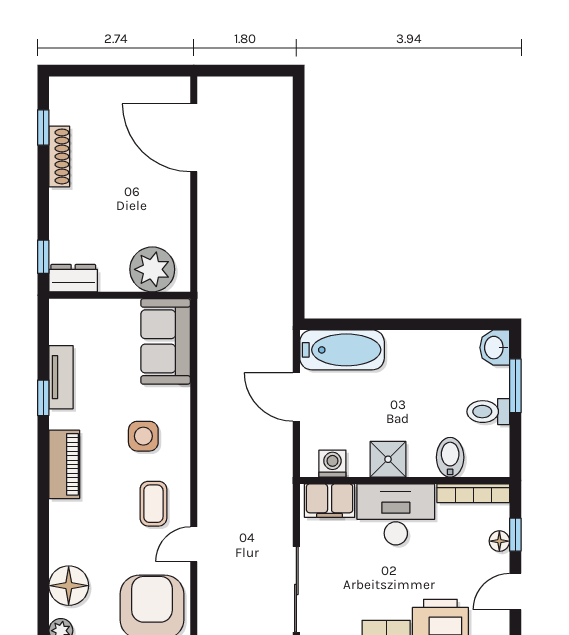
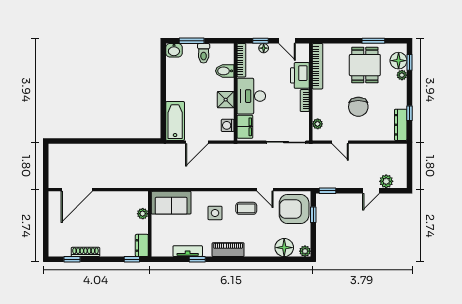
plant: (152, 269) -> (143, 214), width x0.53, depth x0.53

